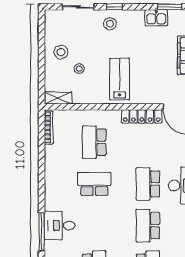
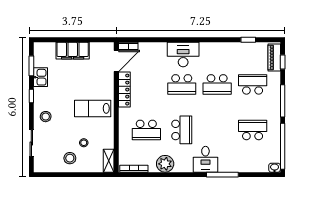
window: (114, 7) -> (31, 96), moved
plant: (54, 164) -> (165, 164), added
school desk: (94, 184) -> (182, 130), turned 180
desk: (60, 225) -> (205, 159), moved

